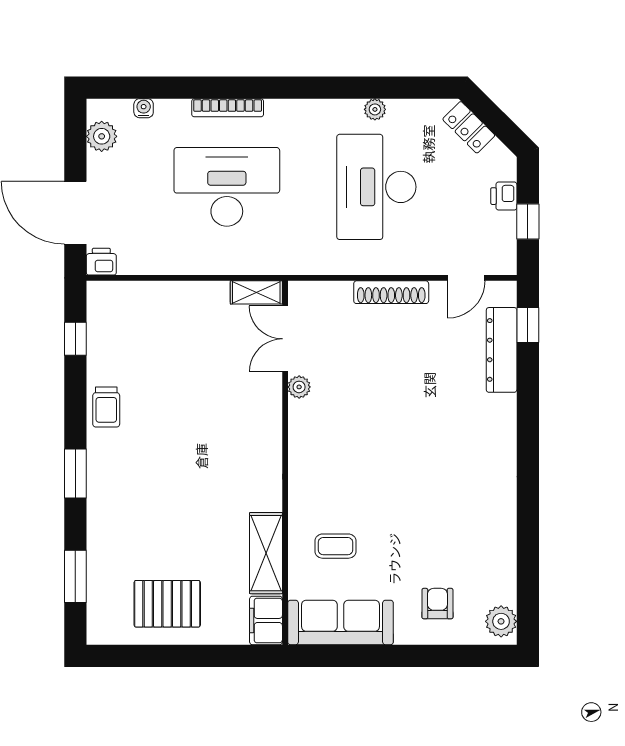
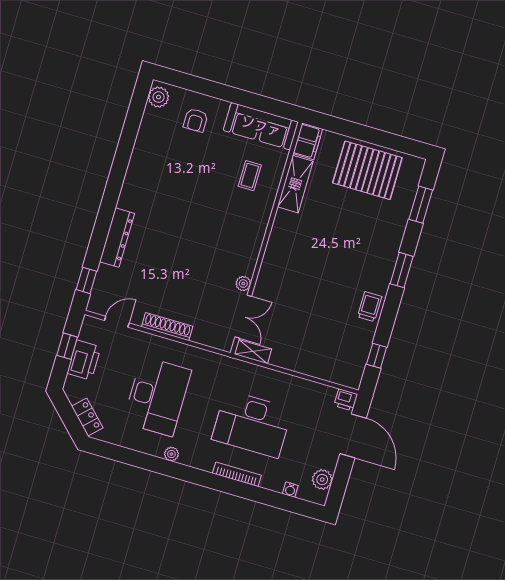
plant: (375, 109) -> (171, 454), moved
printer: (504, 196) -> (84, 360), width x1.87, depth x1.48
dresser: (502, 350) -> (117, 238), moved
coffee table: (335, 546) -> (250, 176), turned 90
pallet: (167, 604) -> (367, 170), width x1.37, depth x1.41

